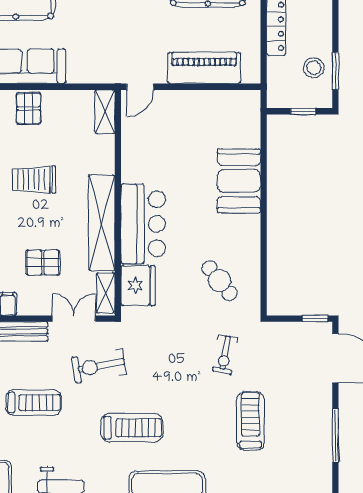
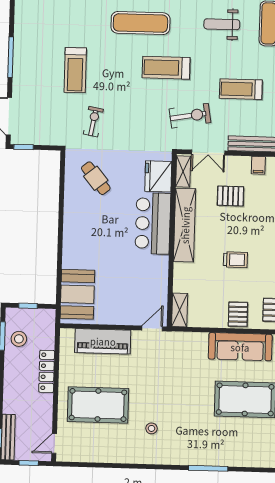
trolley: (34, 180) -> (235, 260), width x0.73, depth x0.72
booth: (239, 181) -> (77, 294), moved

